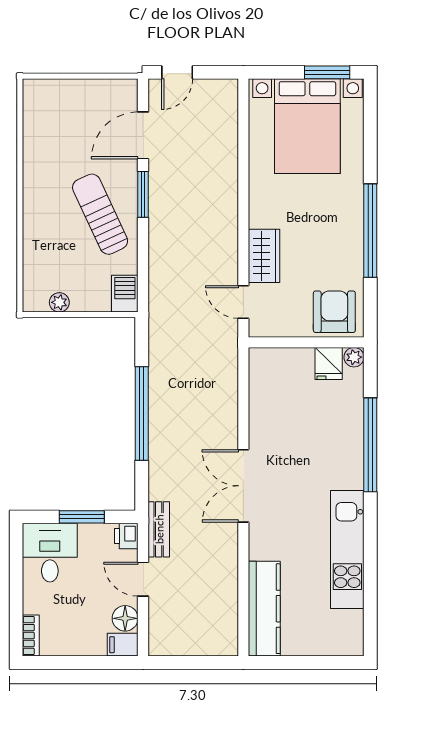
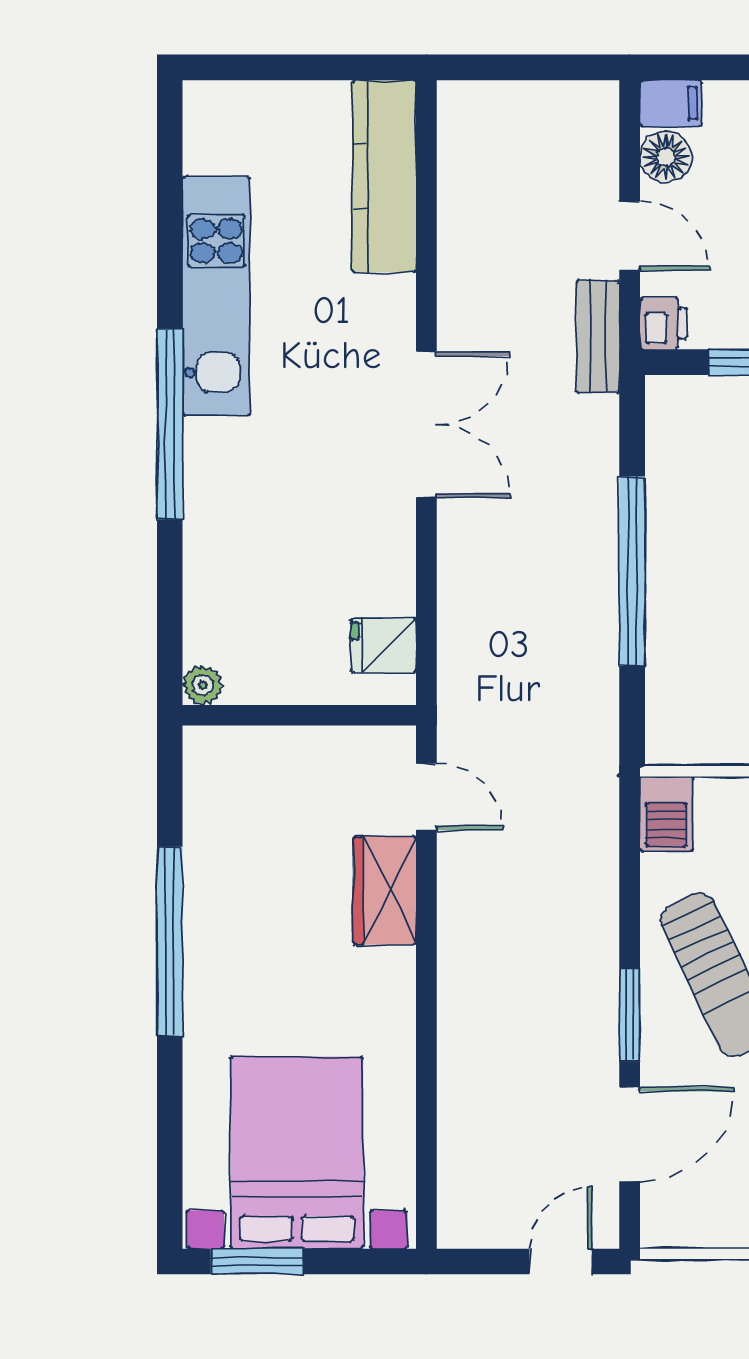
armchair: (334, 312) -> (242, 777), removed
fridge: (329, 364) -> (384, 645), moved, turned -90
window: (370, 445) -> (170, 424), moved

